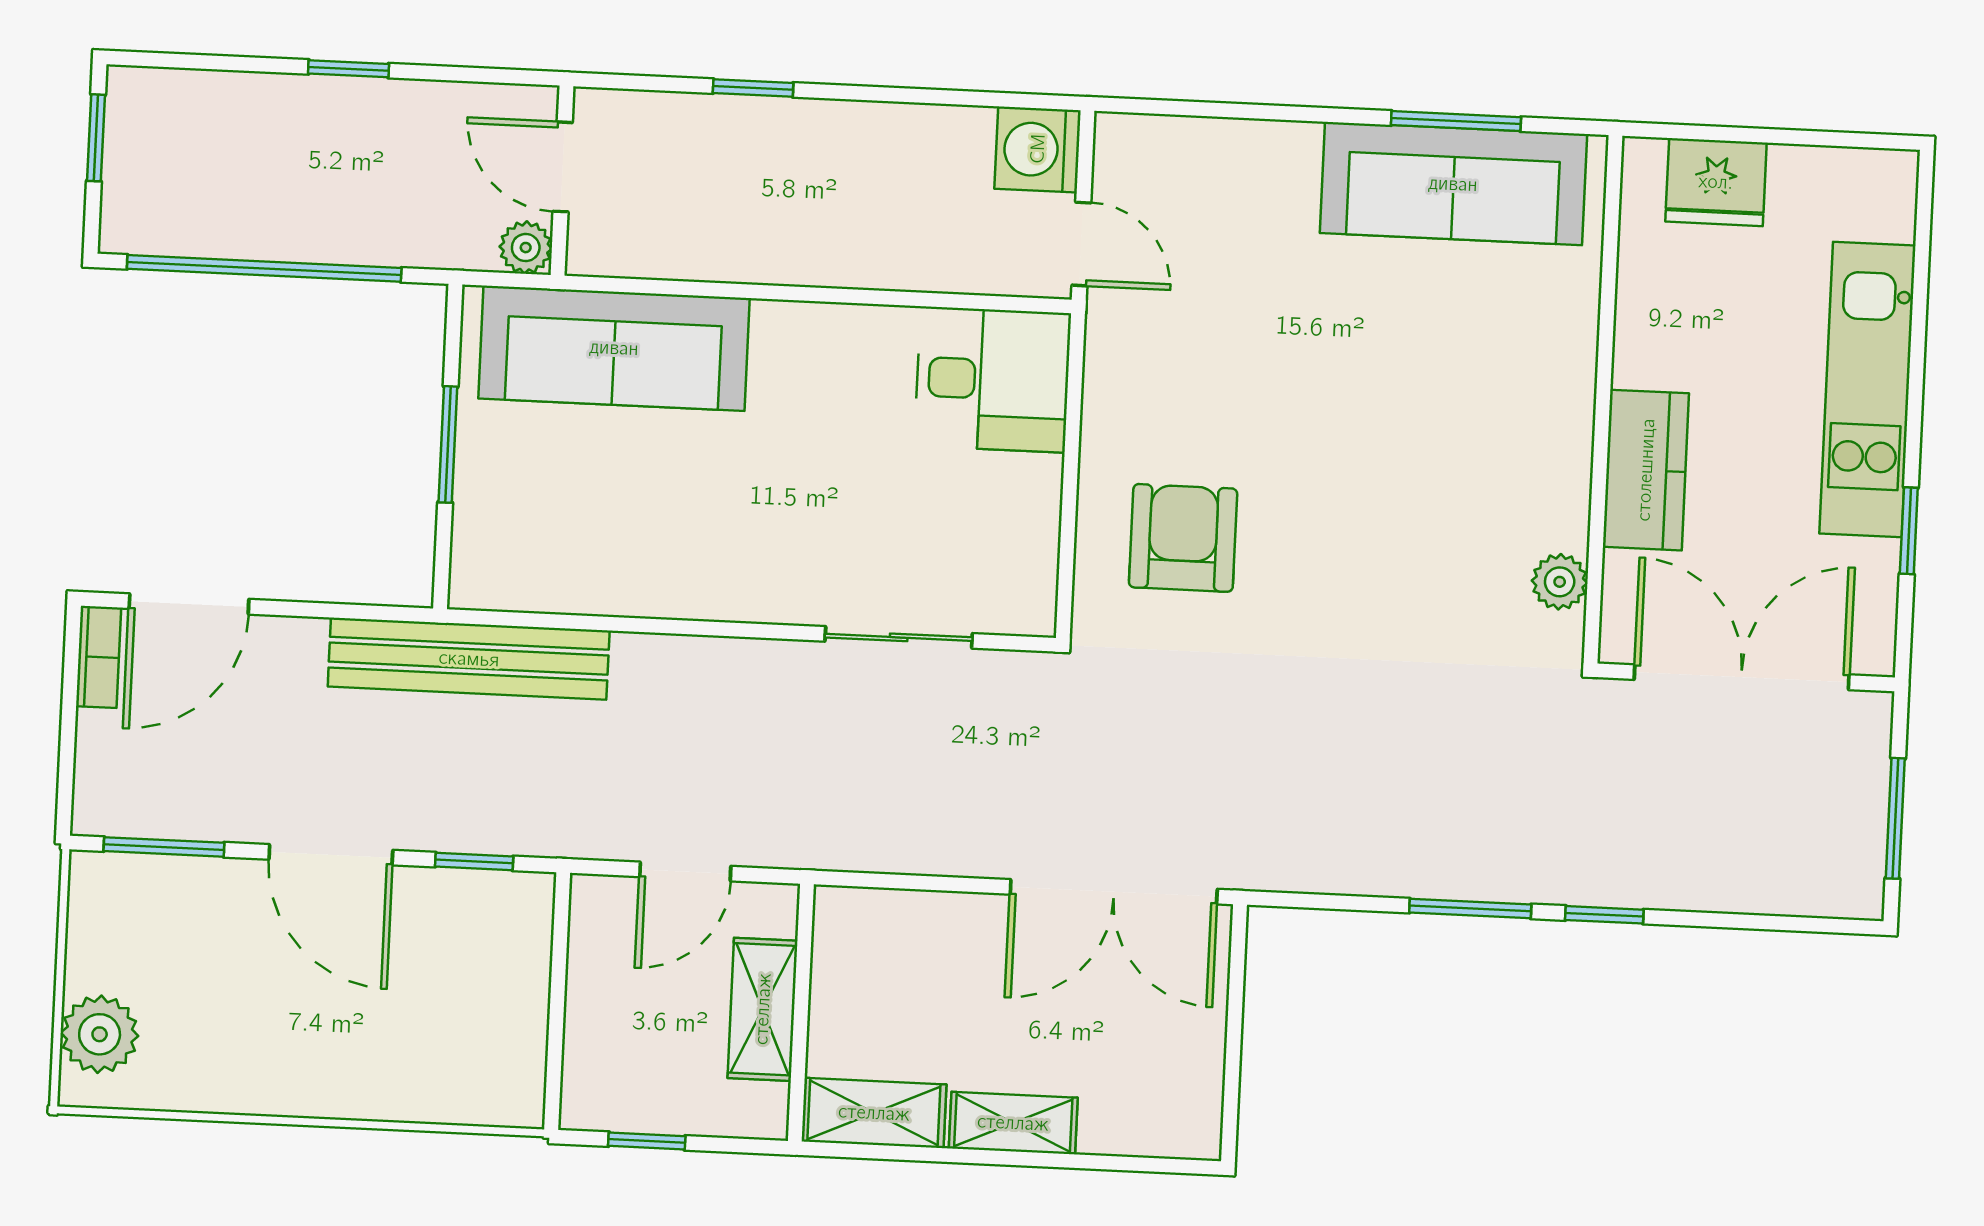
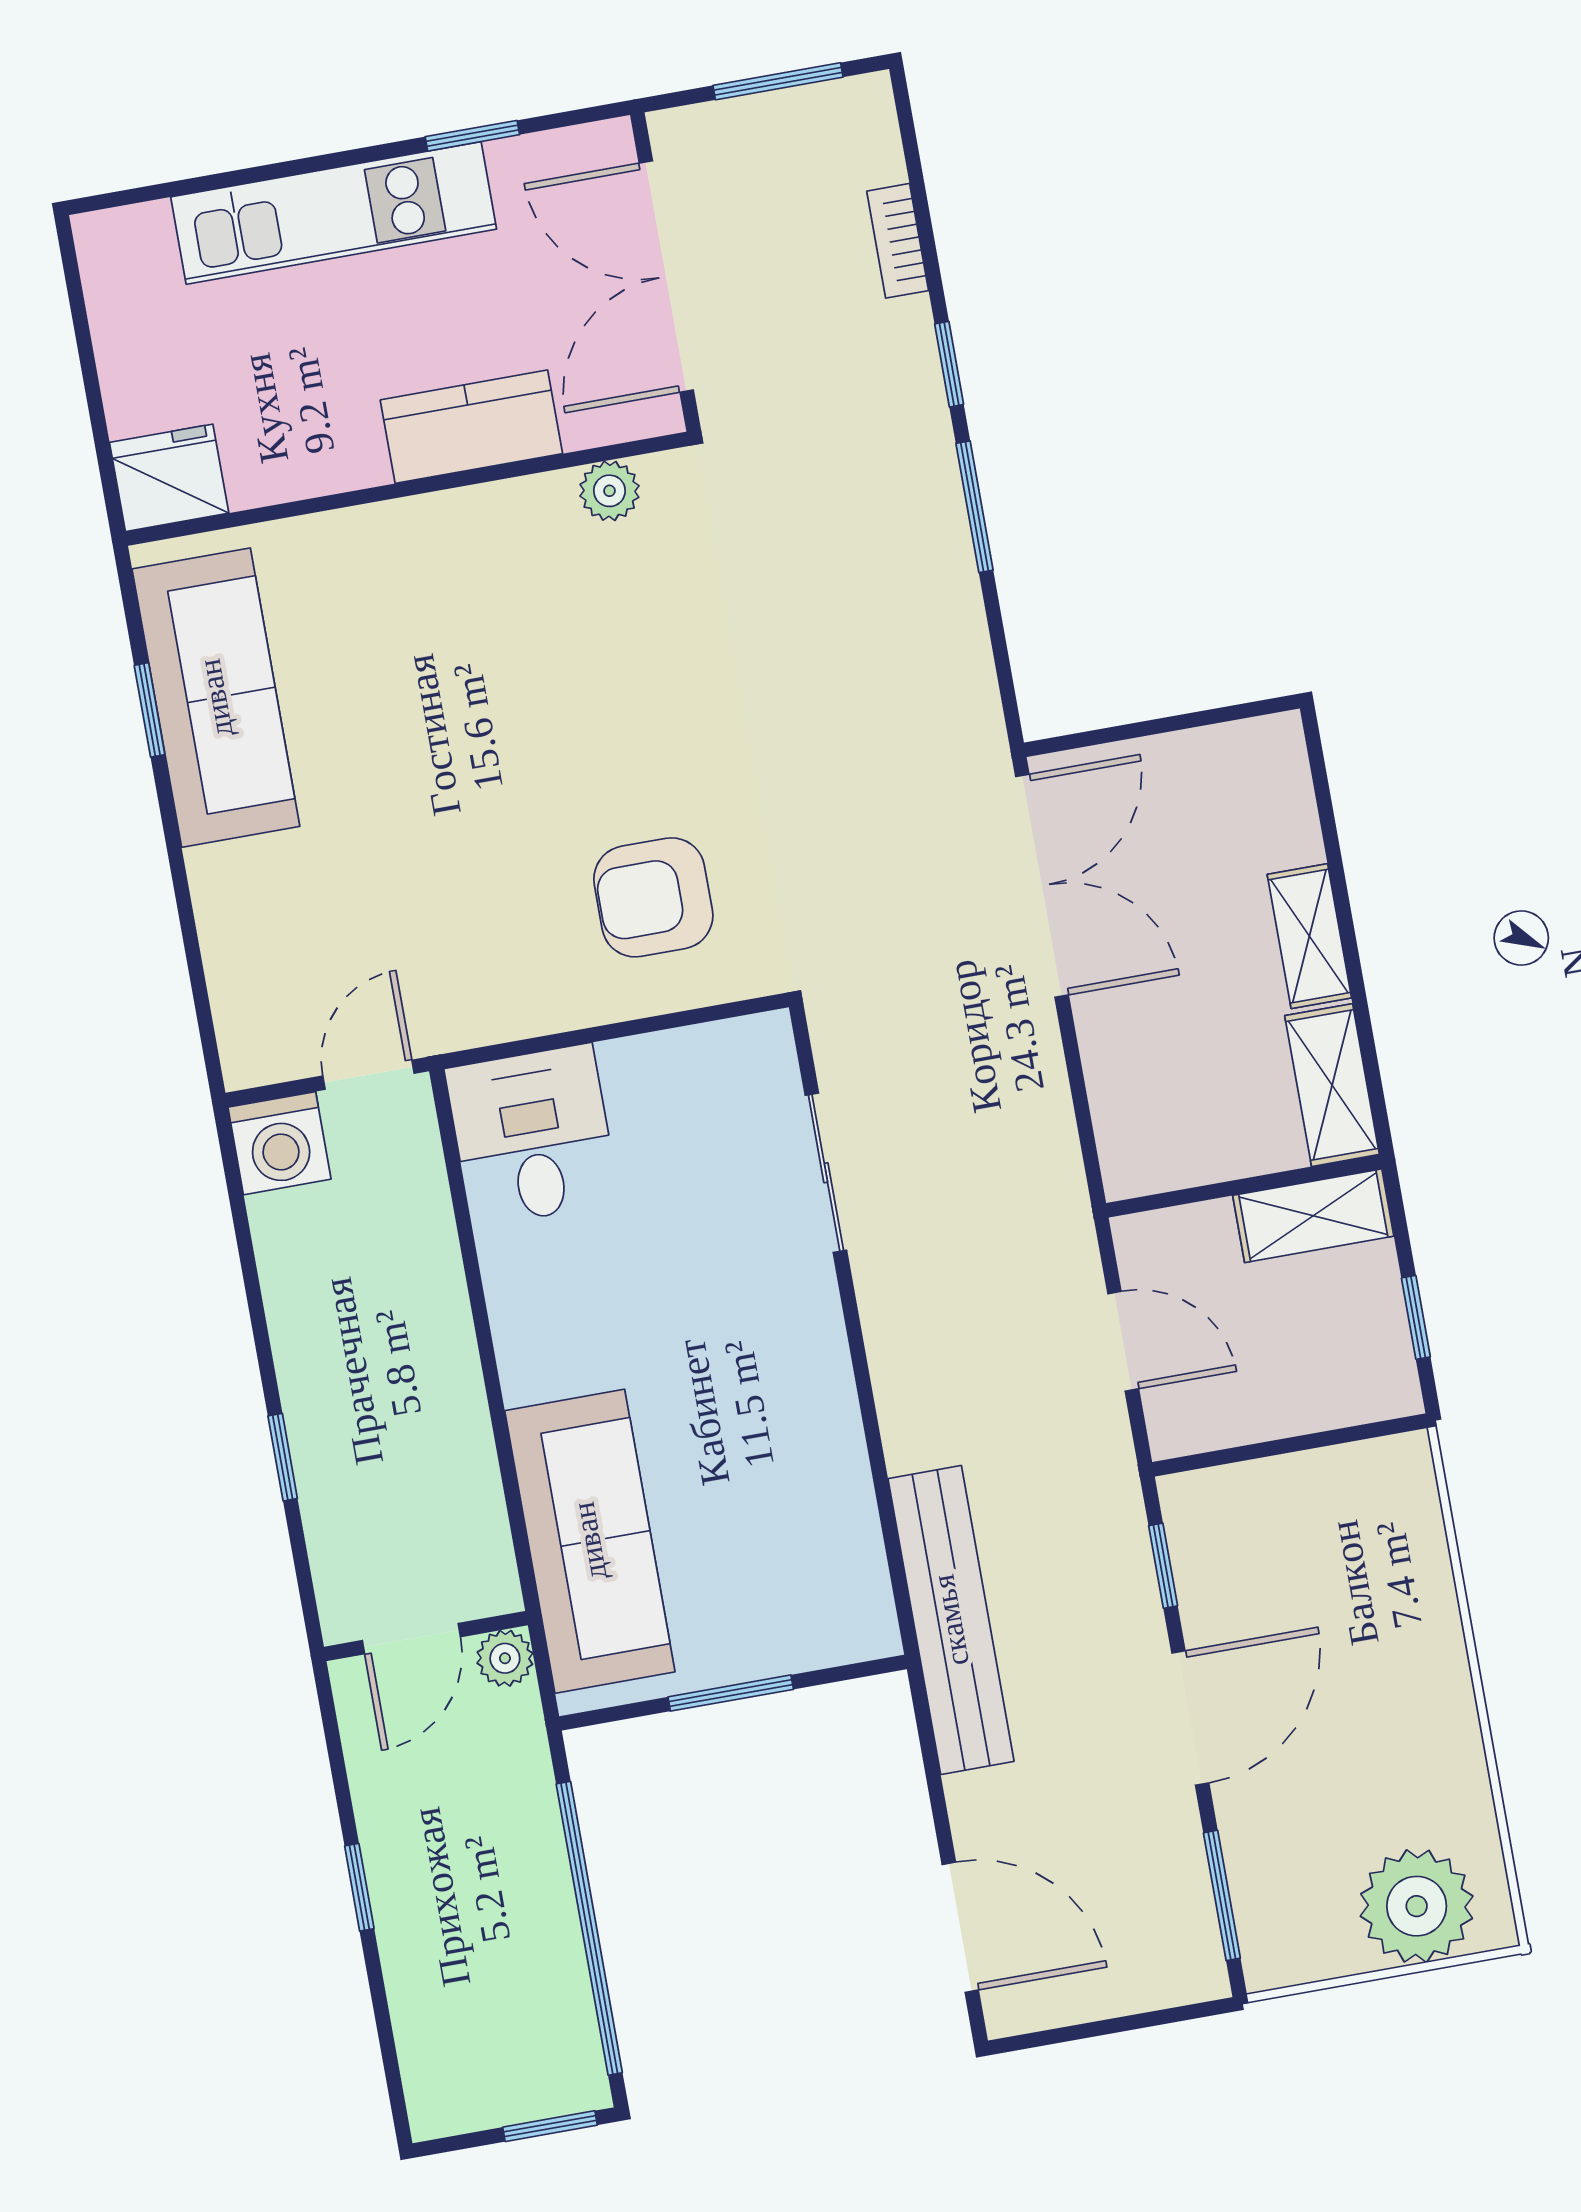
window: (1456, 121) -> (150, 710), width x0.67
window: (96, 138) -> (550, 2126), moved
fridge: (1716, 182) -> (169, 478), moved, turned -90
bookcase: (99, 657) -> (898, 241), moved, turned -90
shelving: (763, 1009) -> (1313, 1216), moved
plant: (100, 1034) -> (1417, 1906), width x1.36, depth x1.36

